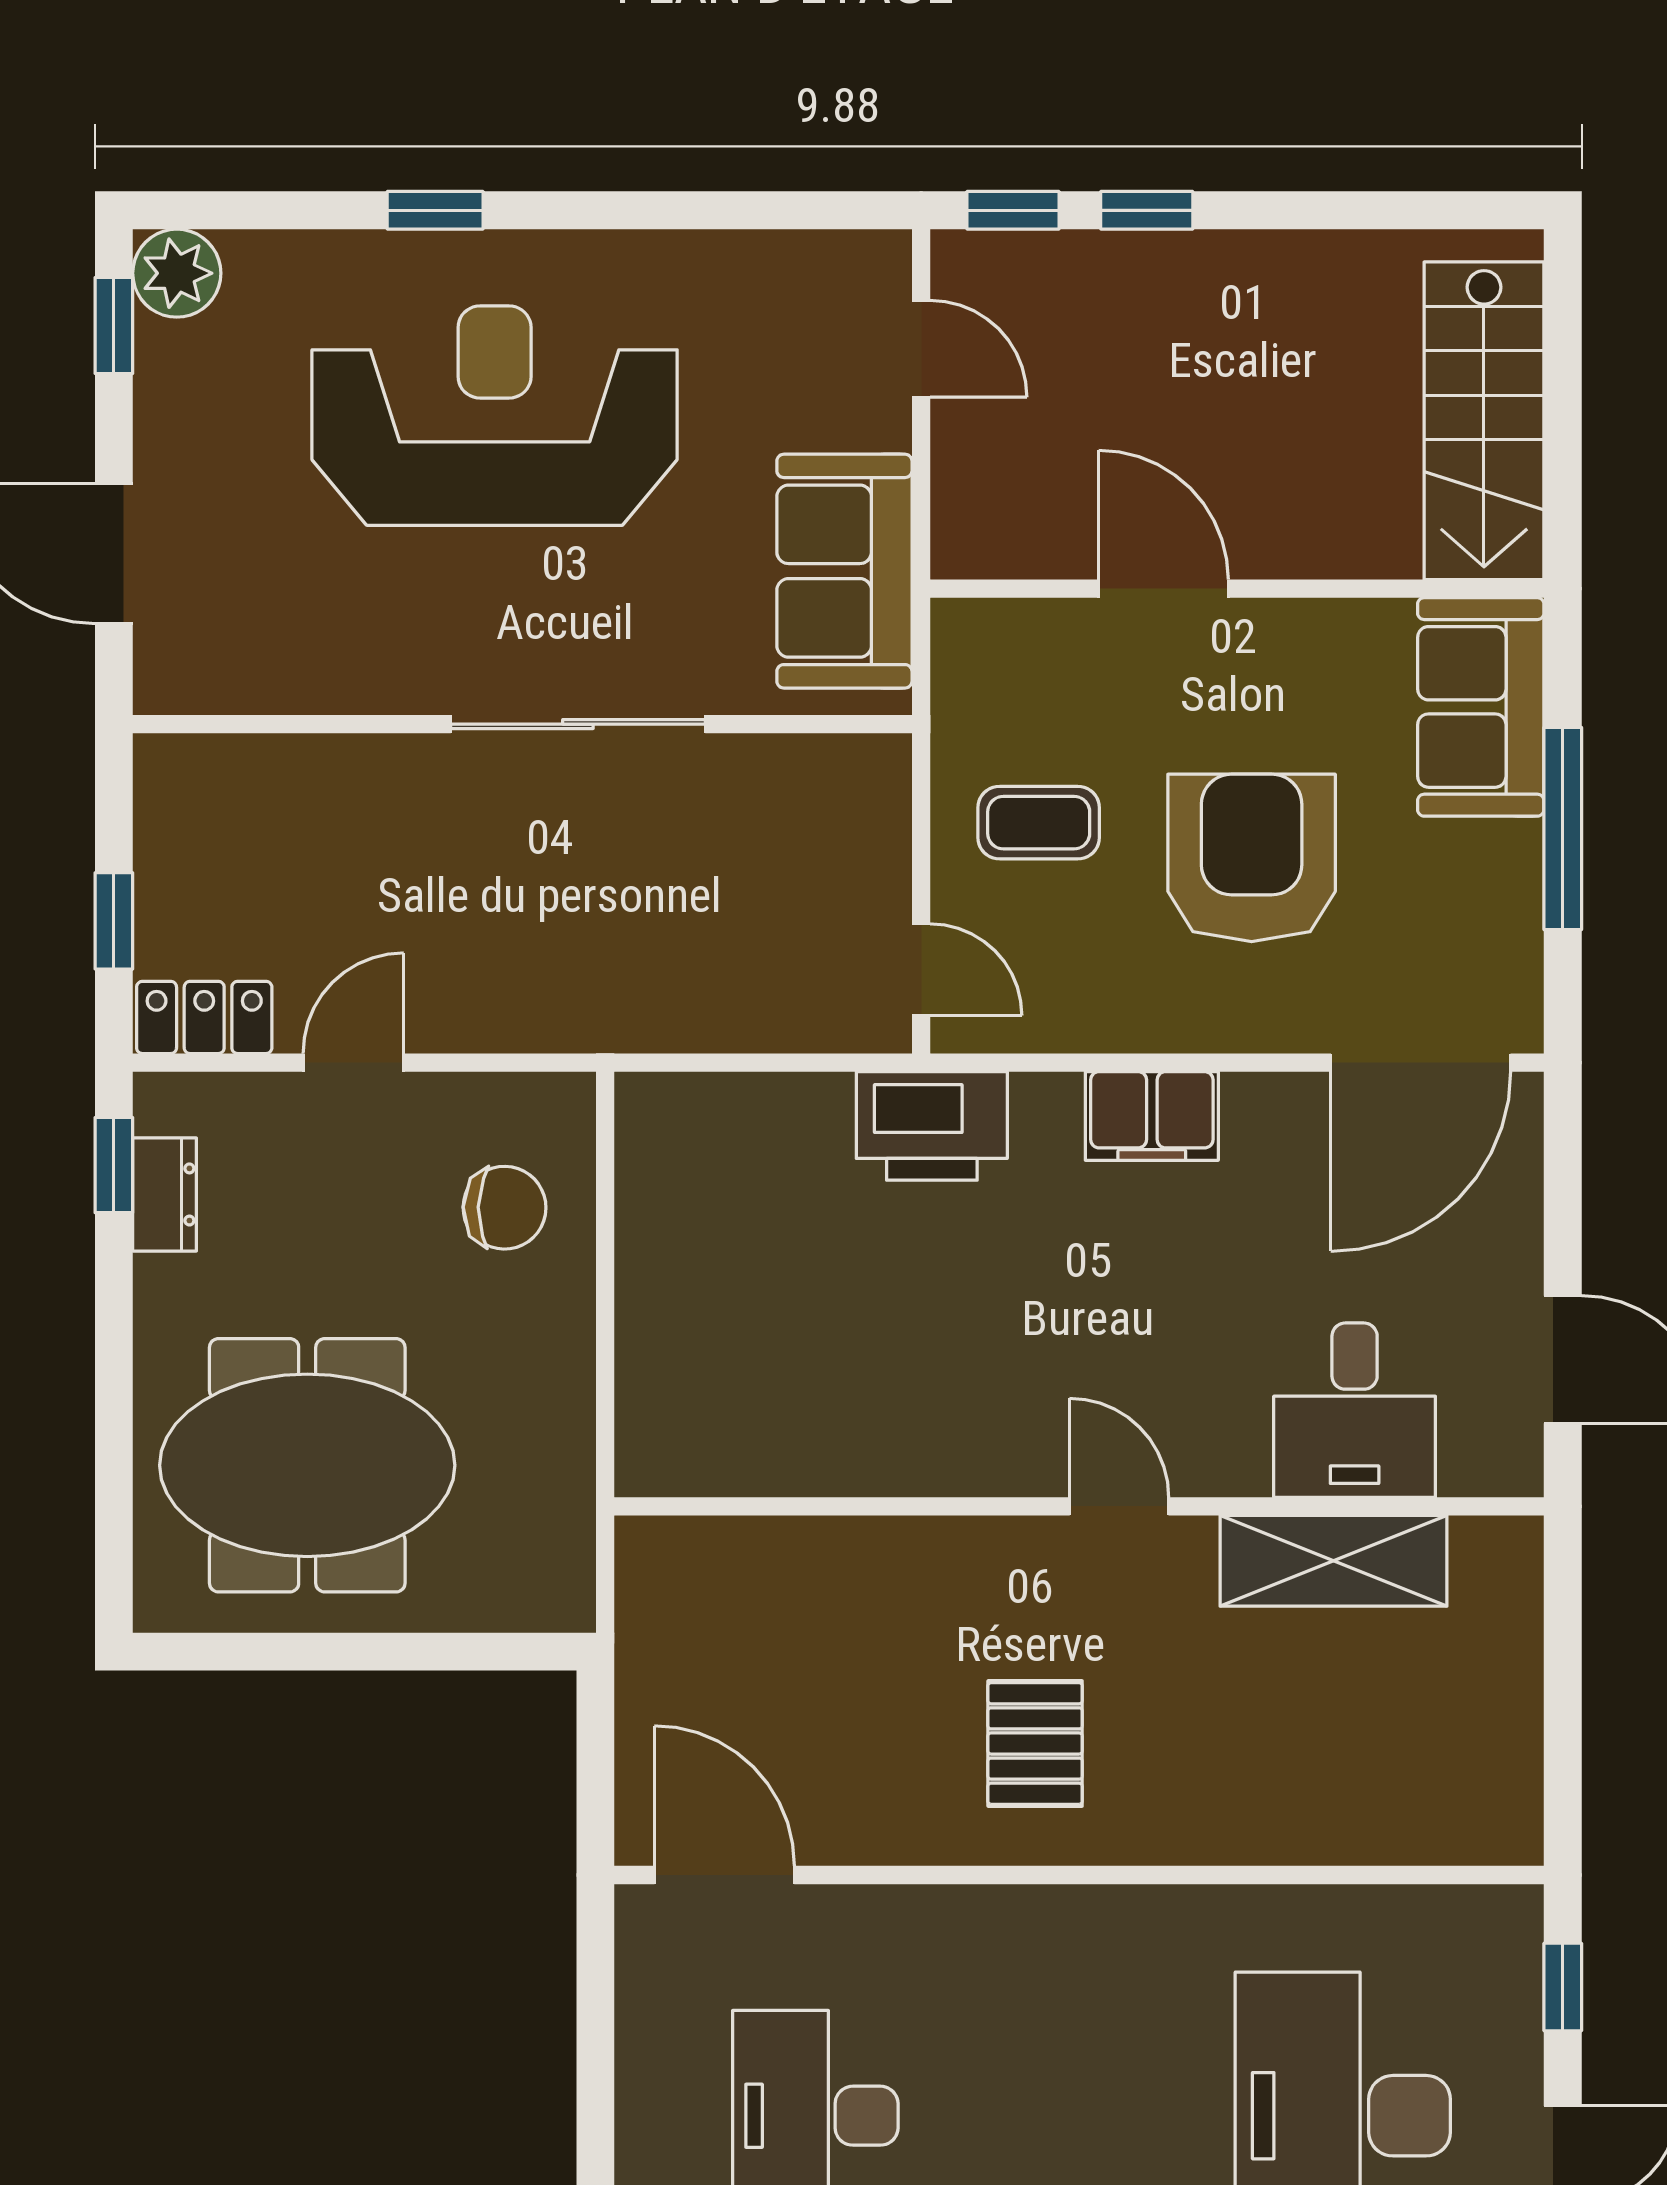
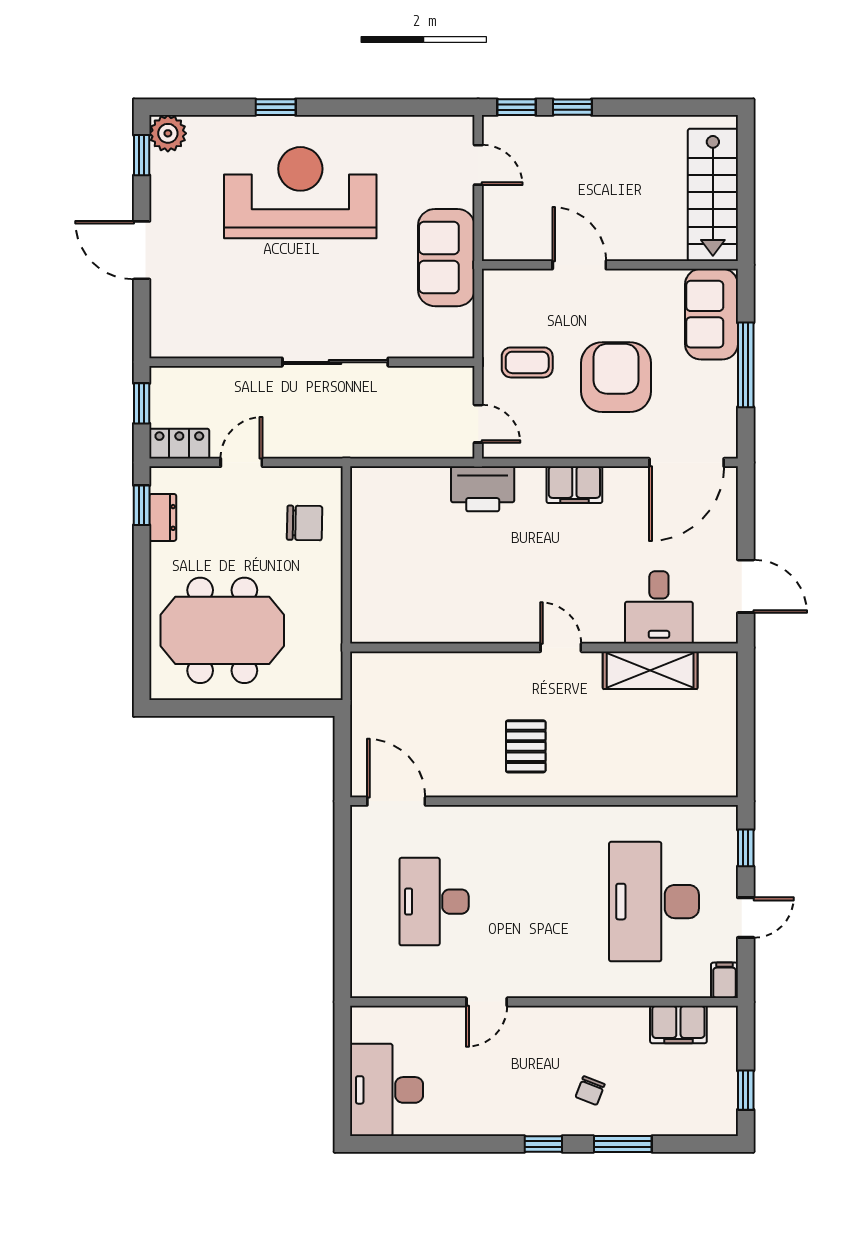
wall: (522, 724) -> (312, 362), moved
sliding door: (578, 724) -> (335, 362), moved

